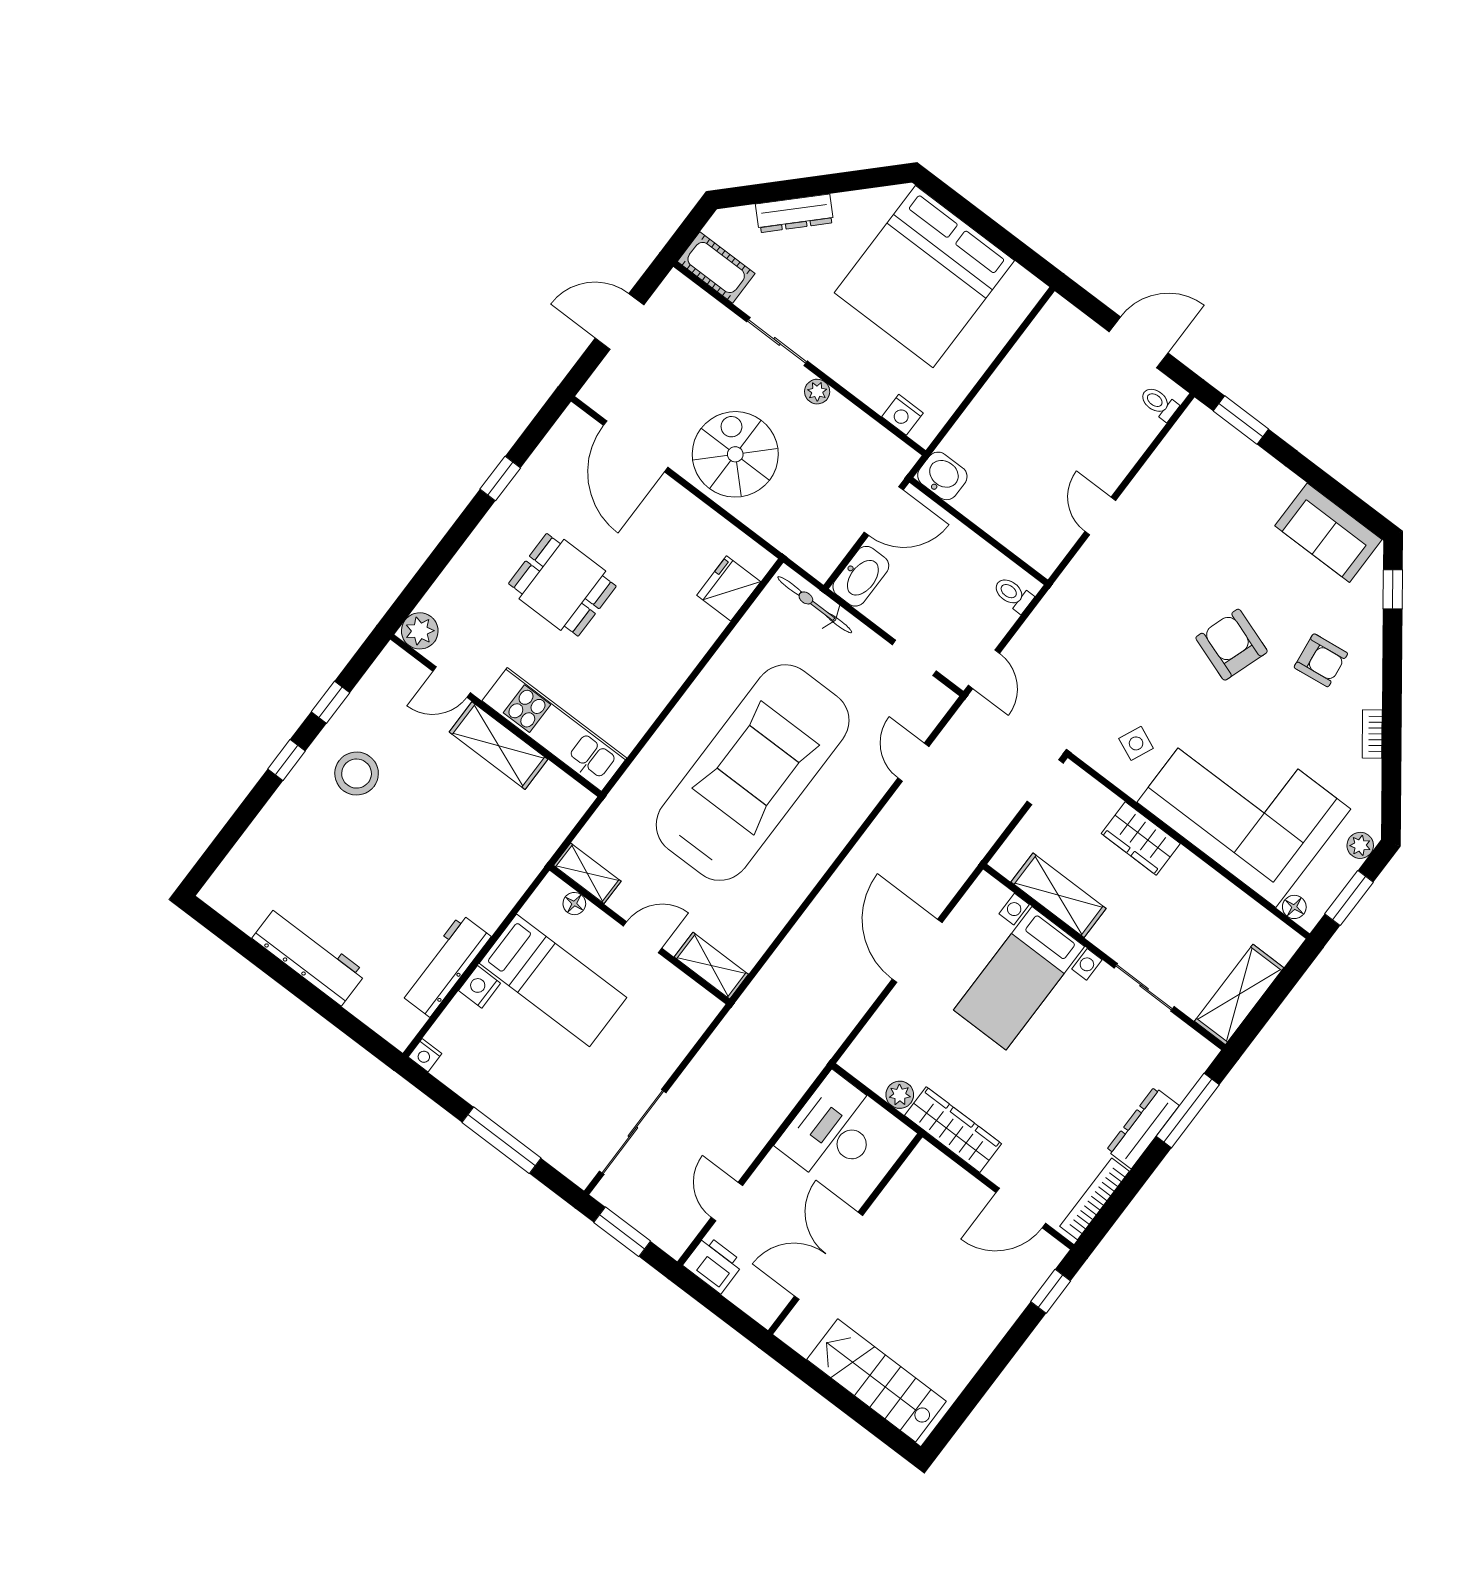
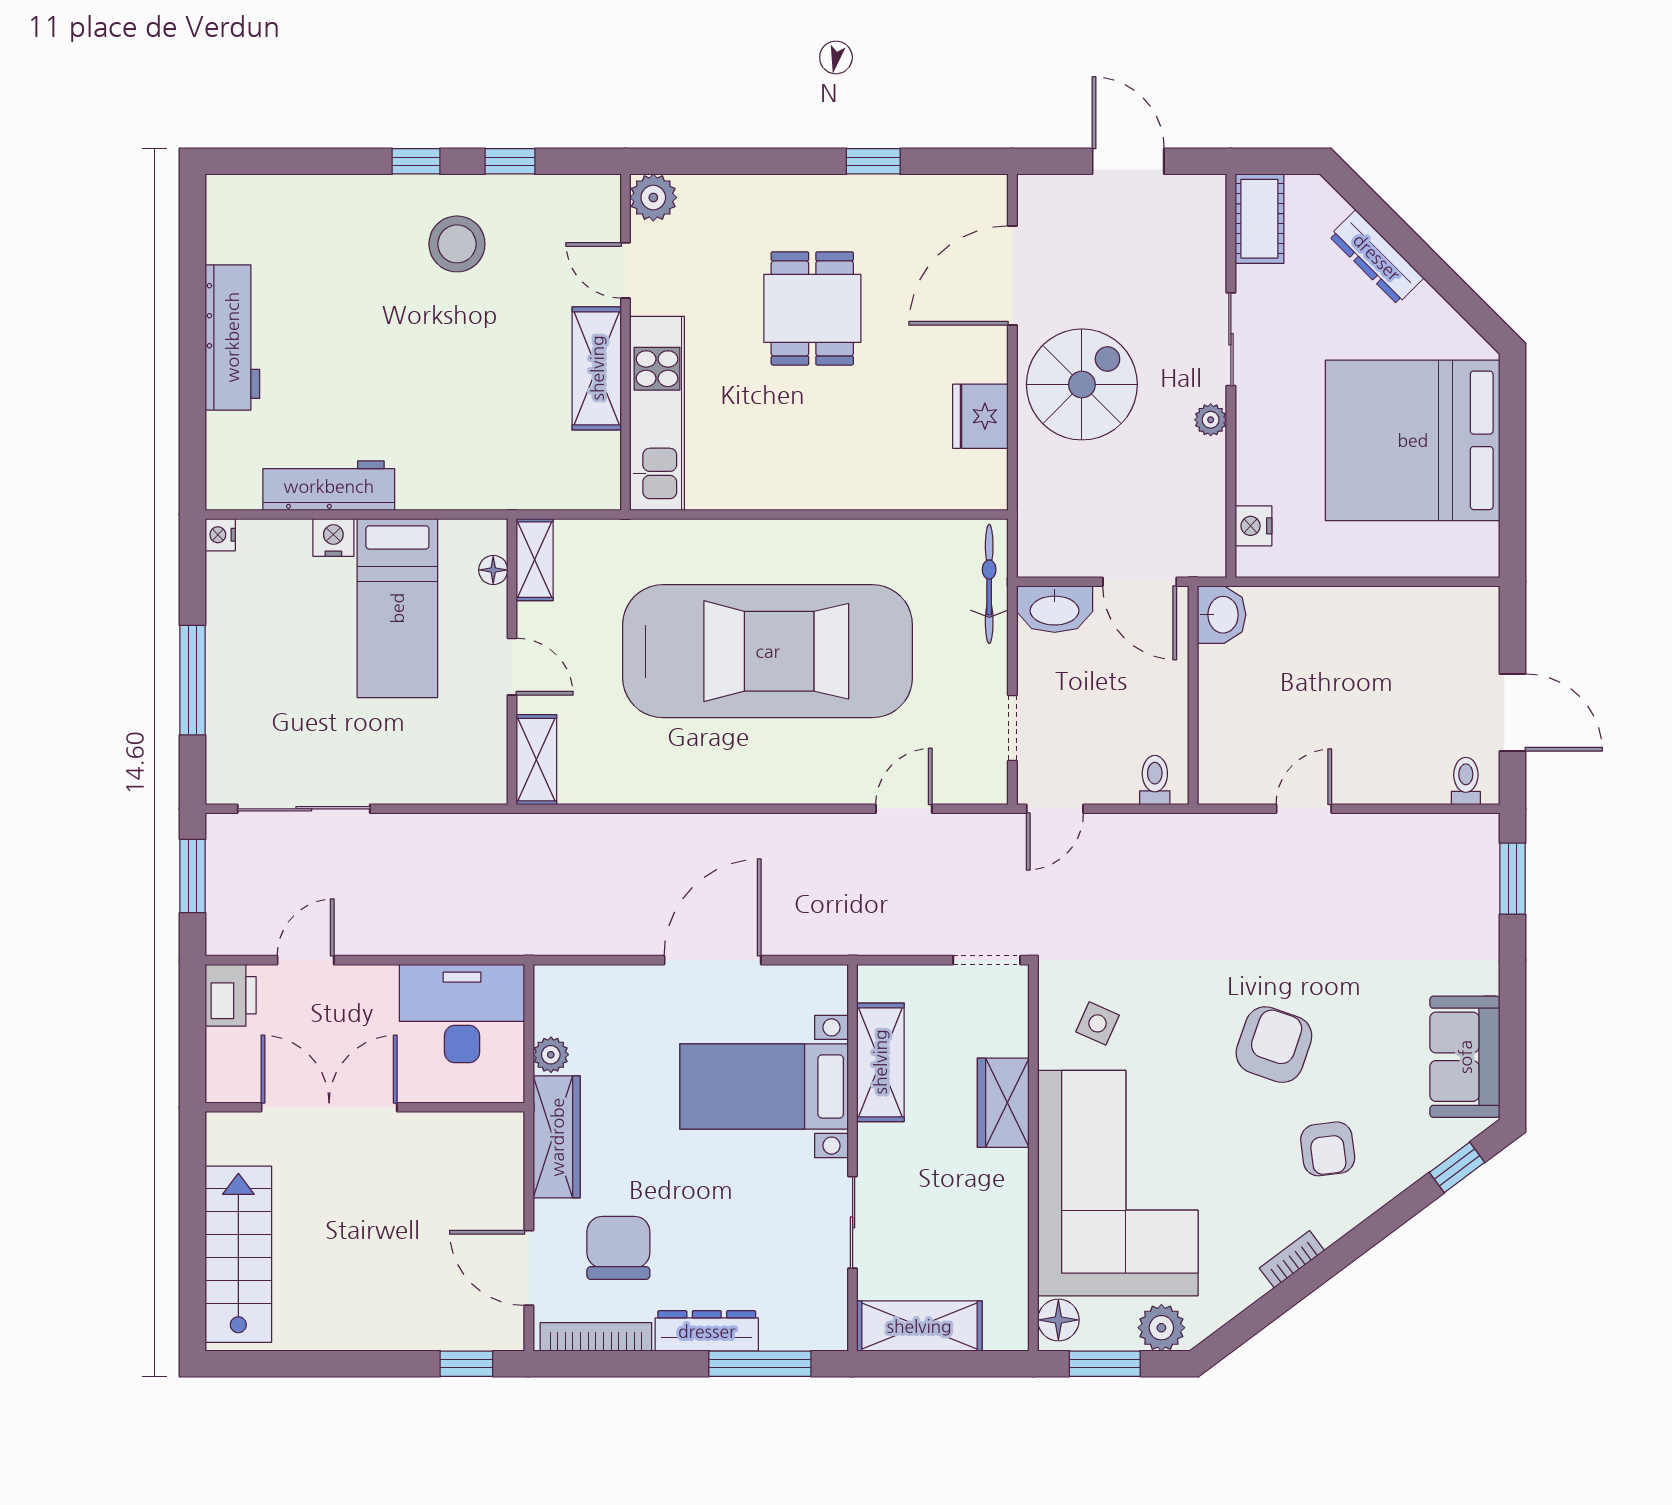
fridge: (729, 588) -> (980, 416), moved, turned -90
plant: (1360, 845) -> (1161, 1328), width x1.38, depth x1.38
floor lamp: (1294, 907) -> (1058, 1320), width x1.37, depth x1.37
chair: (1050, 1143) -> (618, 1248), added

